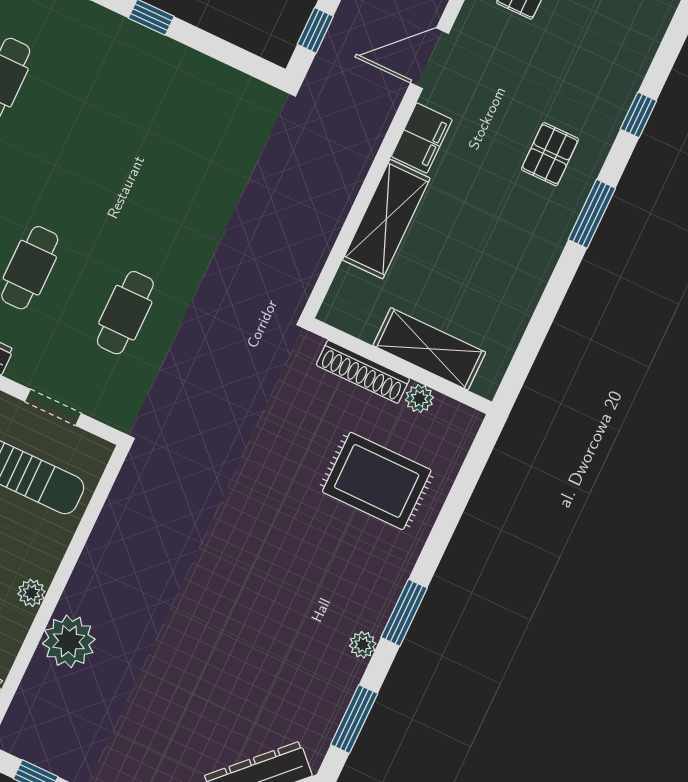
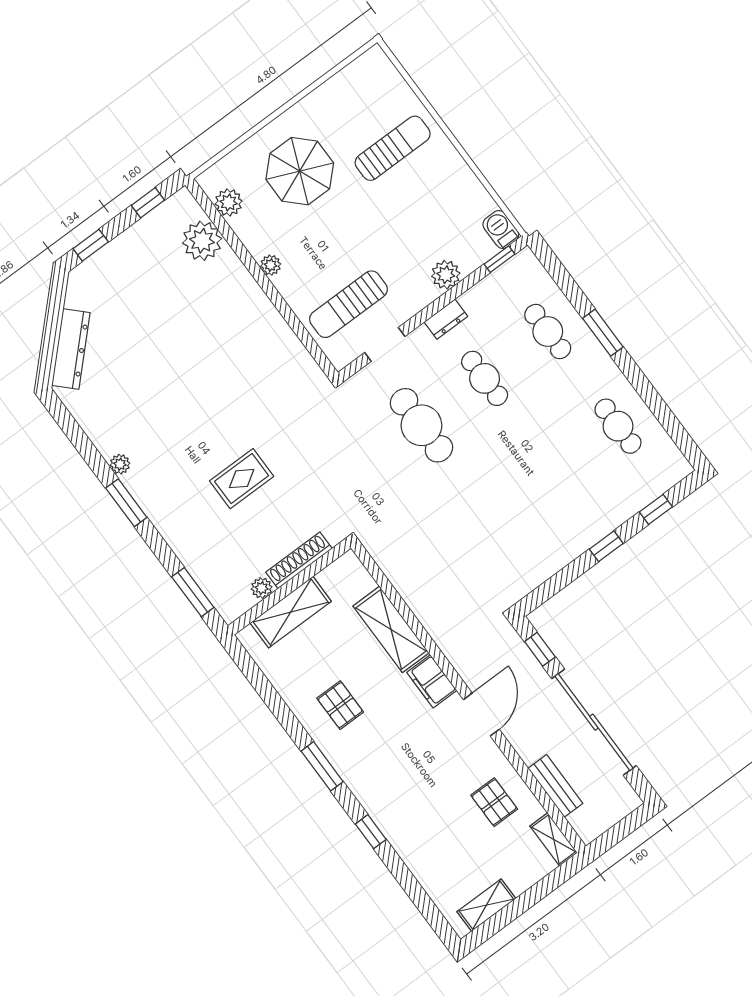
pallet: (550, 154) -> (340, 705), moved
cafe table: (125, 313) -> (421, 425), width x1.37, depth x1.35
rug: (377, 481) -> (242, 479), moved, width x0.73, depth x0.70
plant: (69, 641) -> (202, 241), moved
window: (354, 719) -> (193, 592), moved

